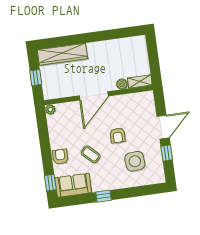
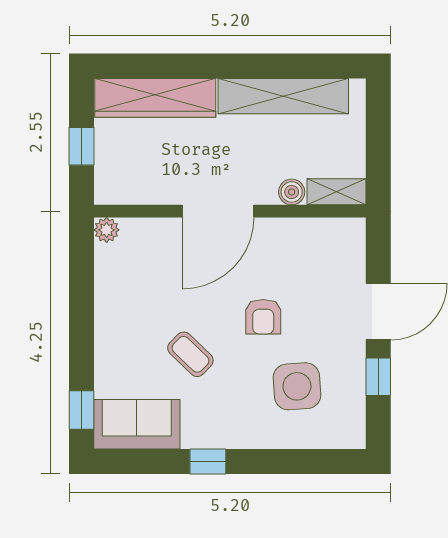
shelving: (113, 46) -> (283, 96), added
armchair: (60, 157) -> (115, 349), removed

